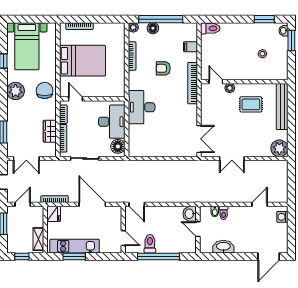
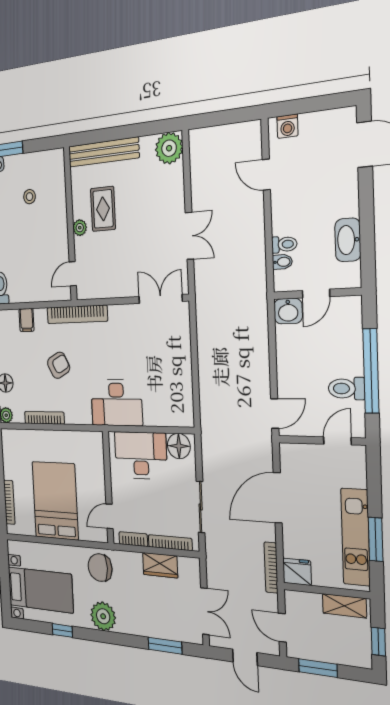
armchair: (163, 68) -> (59, 365), turned -118
plant: (230, 88) -> (80, 228), moved

